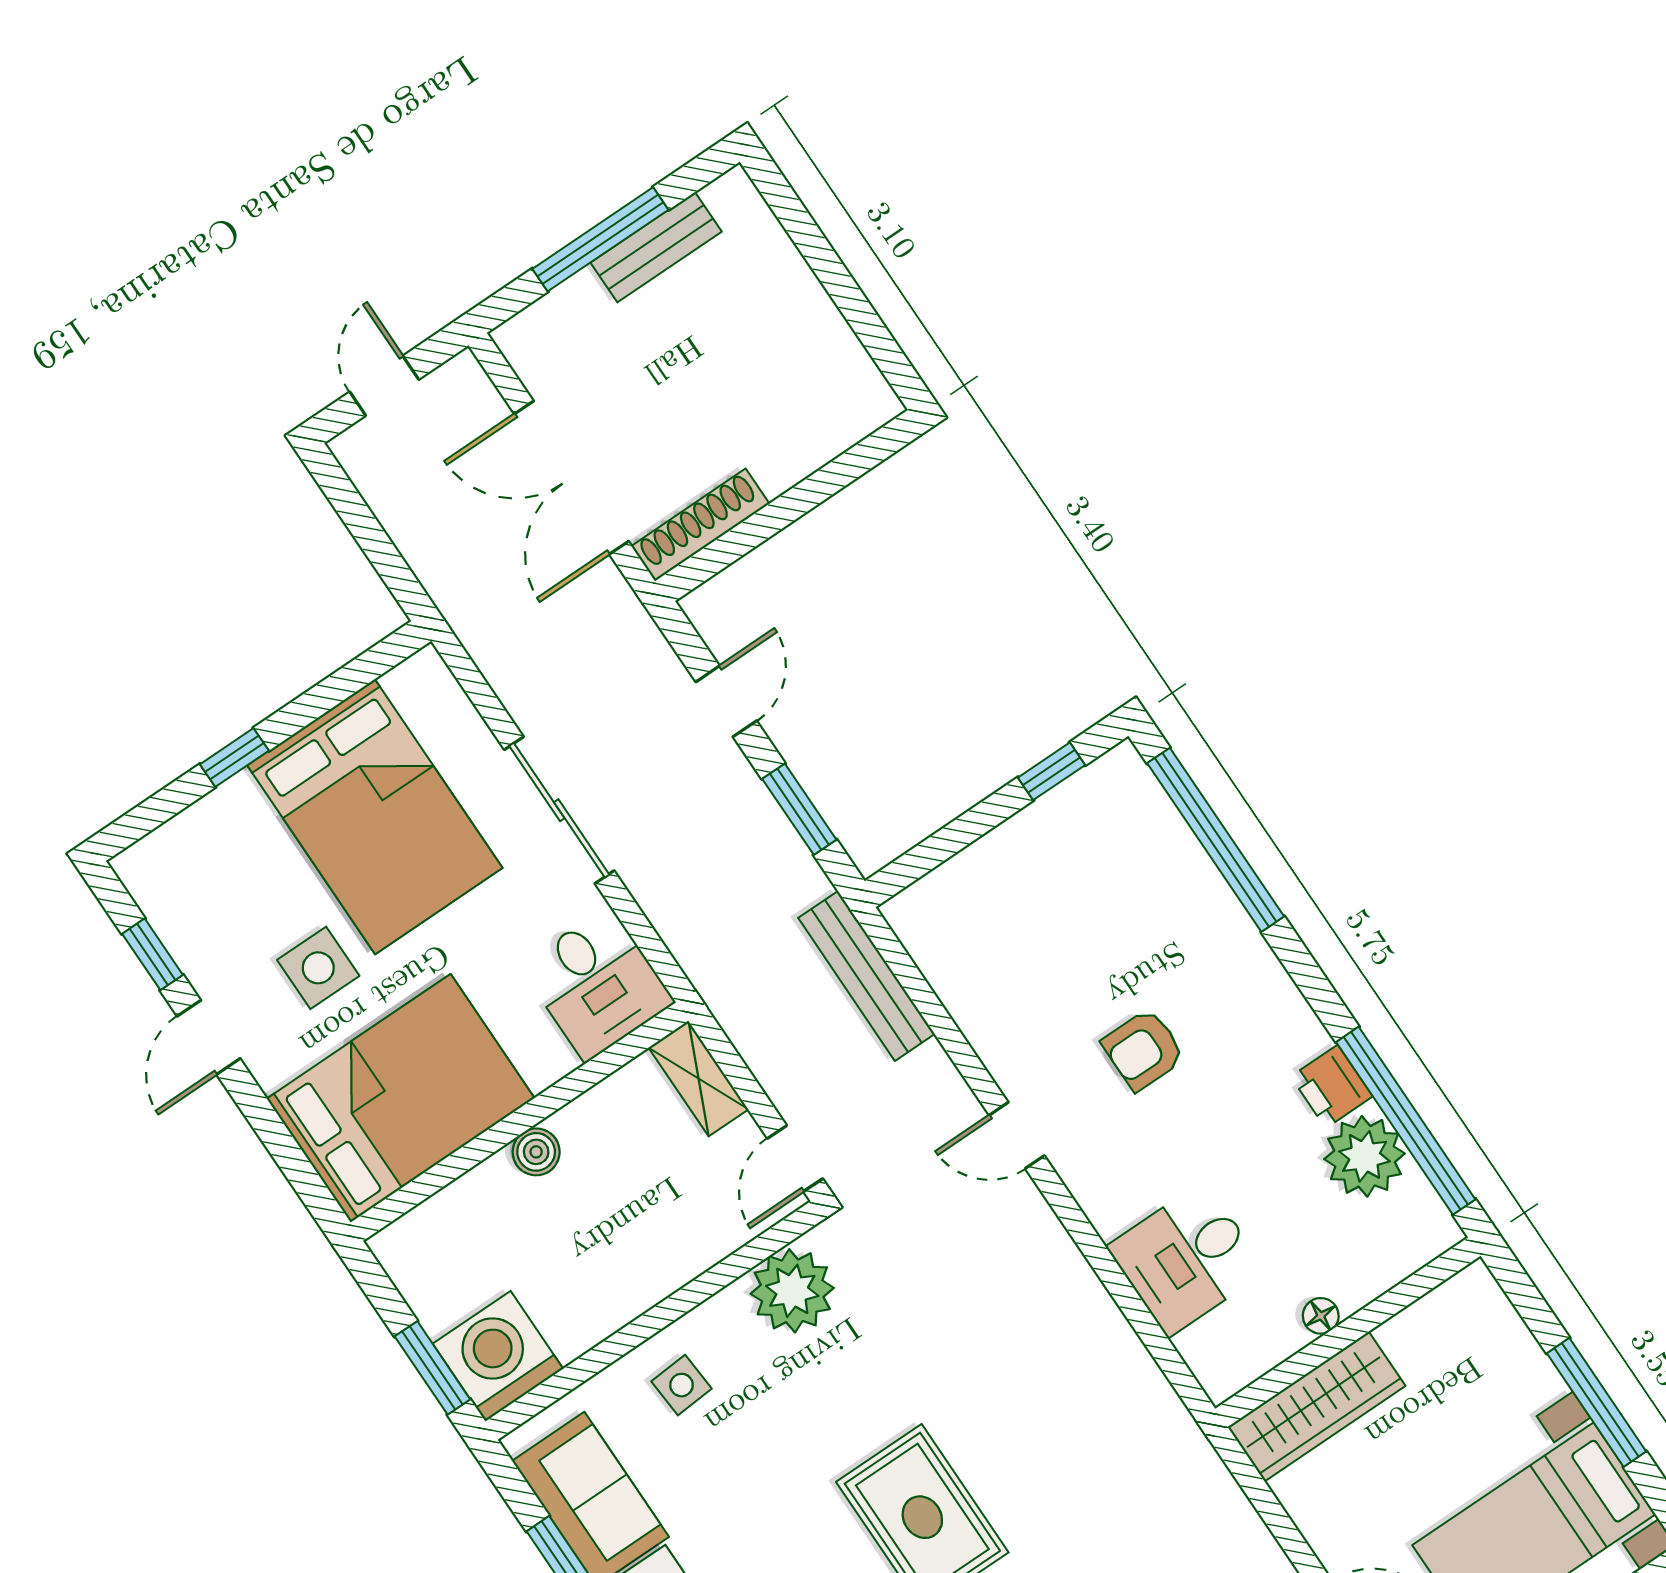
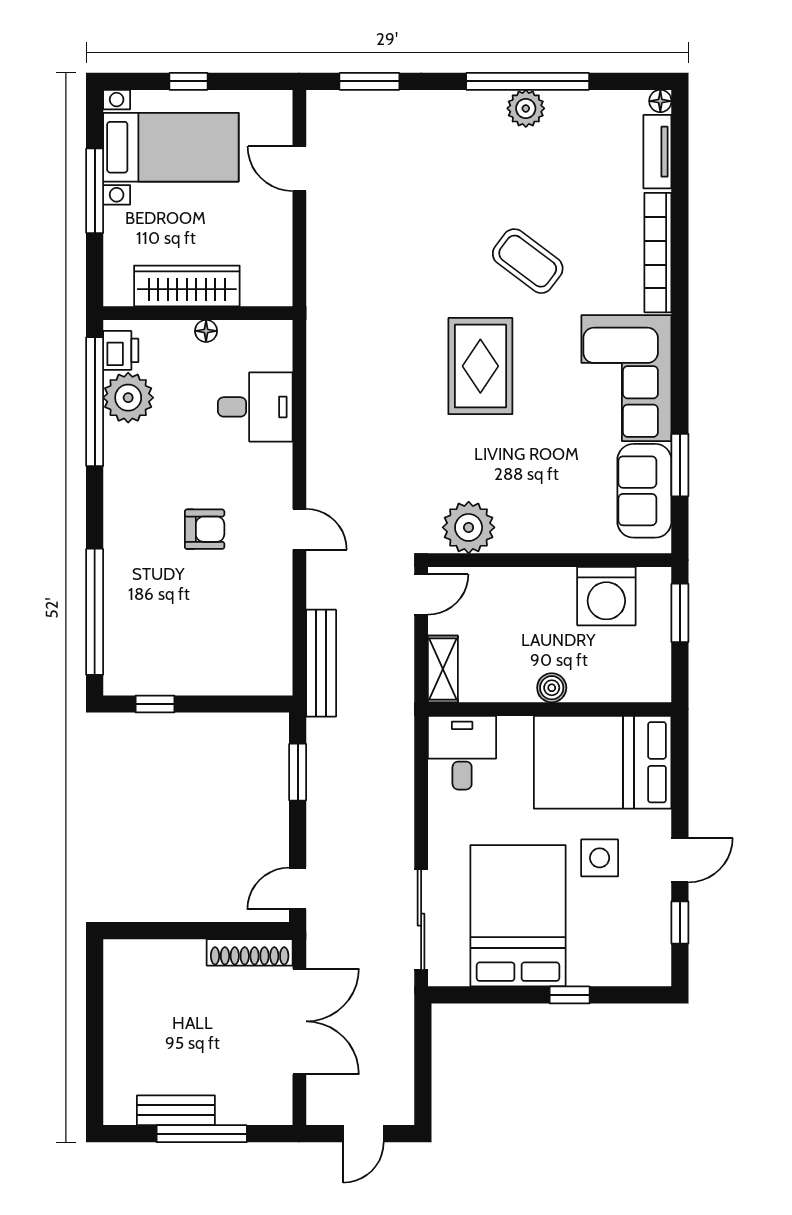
door: (726, 701) -> (298, 889), moved
sliding door: (559, 810) -> (421, 920), moved
printer: (1332, 1086) -> (121, 350), moved
washing machine: (498, 1356) -> (606, 596), moved
side table: (681, 1385) -> (558, 518), removed
wardrobe: (1317, 1406) -> (187, 286), moved

